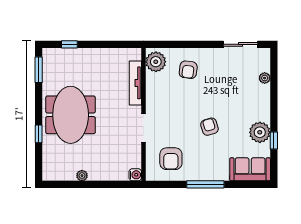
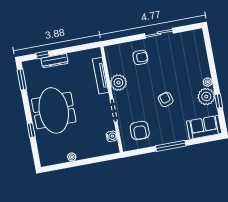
sliding door: (240, 44) -> (159, 33), moved
dresser: (83, 54) -> (55, 61), added
plant: (156, 62) -> (118, 83), moved
armchair: (188, 70) -> (140, 57), turned -97
plant: (265, 78) -> (208, 82), moved
water cooler: (135, 175) -> (112, 136), moved

